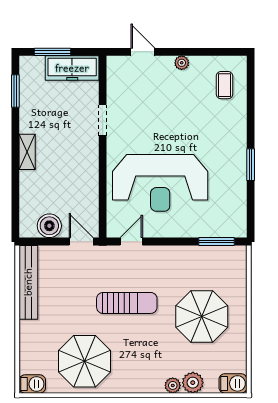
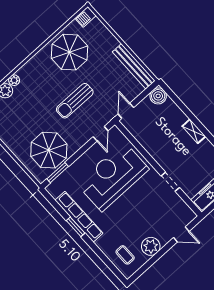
plant: (182, 63) -> (151, 246), width x1.87, depth x1.87
row of seats: (237, 172) -> (79, 217), added
boiler: (49, 226) -> (158, 96), moved
door: (81, 242) -> (126, 111), swing flipped
parasol: (202, 316) -> (49, 150), moved

